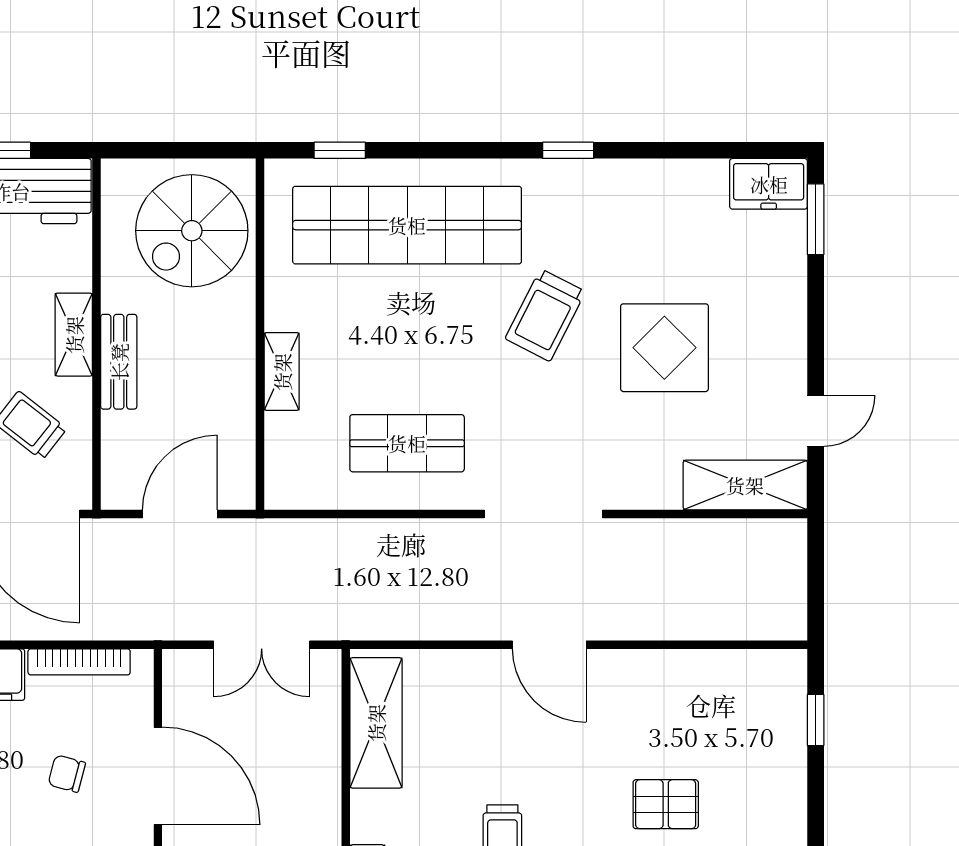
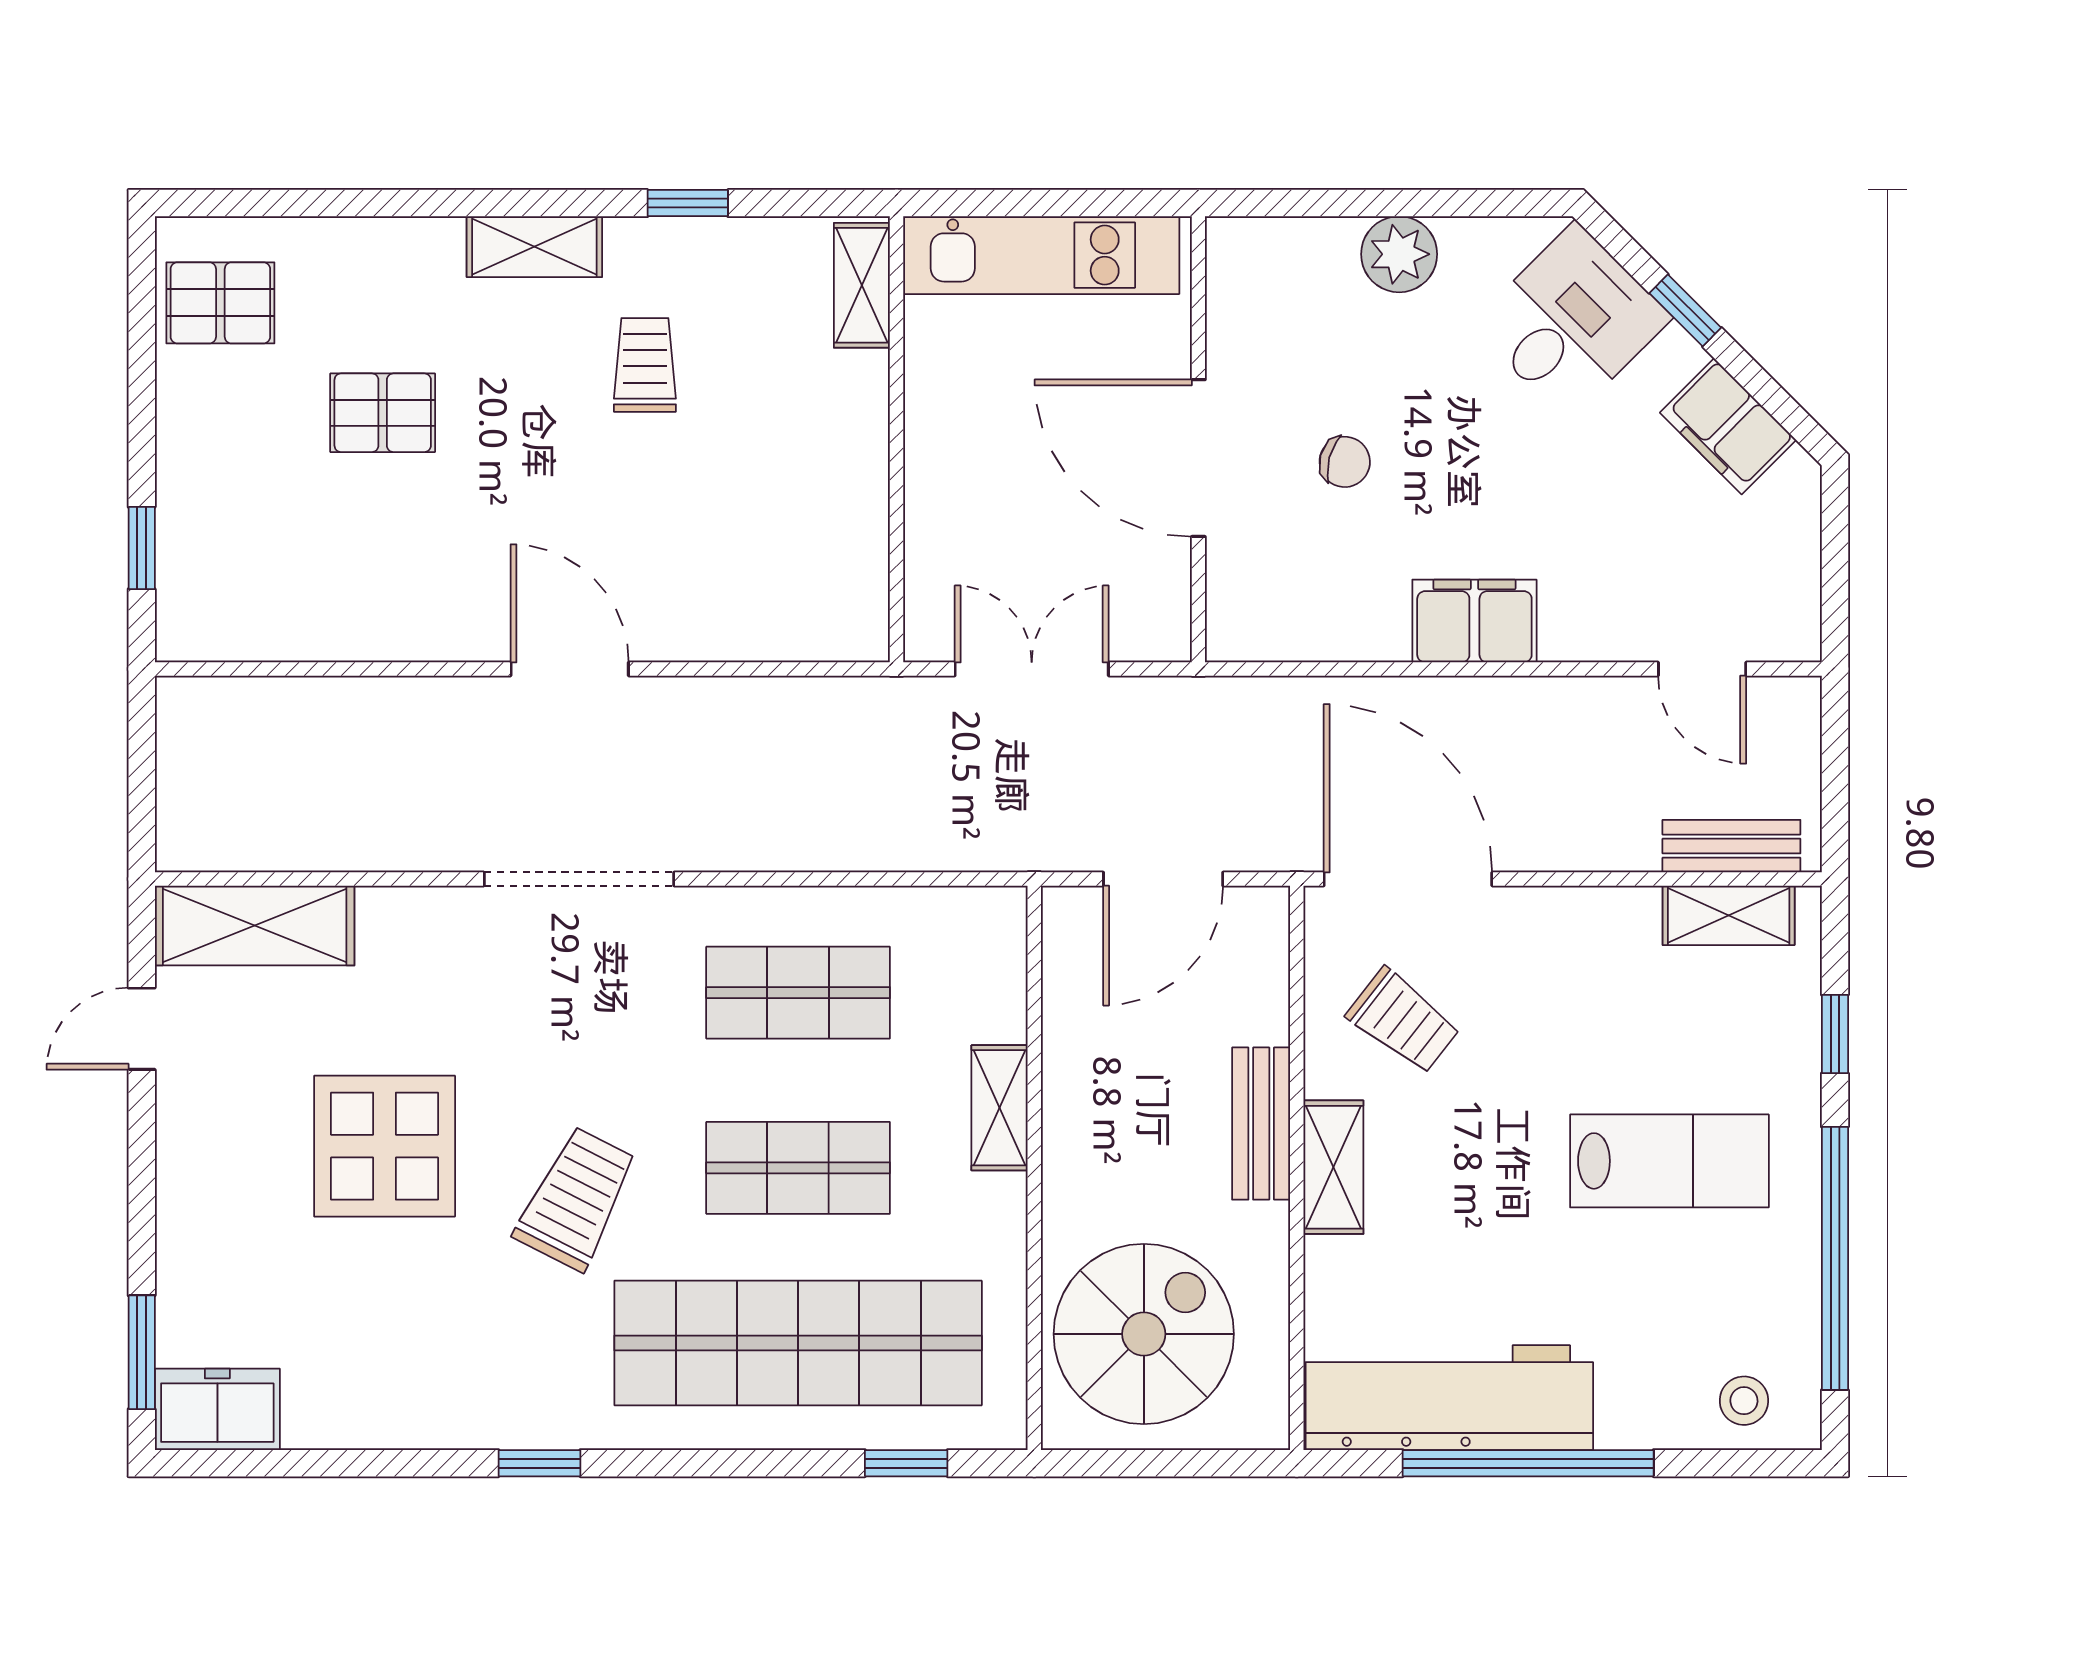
shop shelf: (407, 334) -> (798, 1168), added
bookcase: (79, 662) -> (1325, 641), removed
shelving: (376, 723) -> (848, 543), removed

